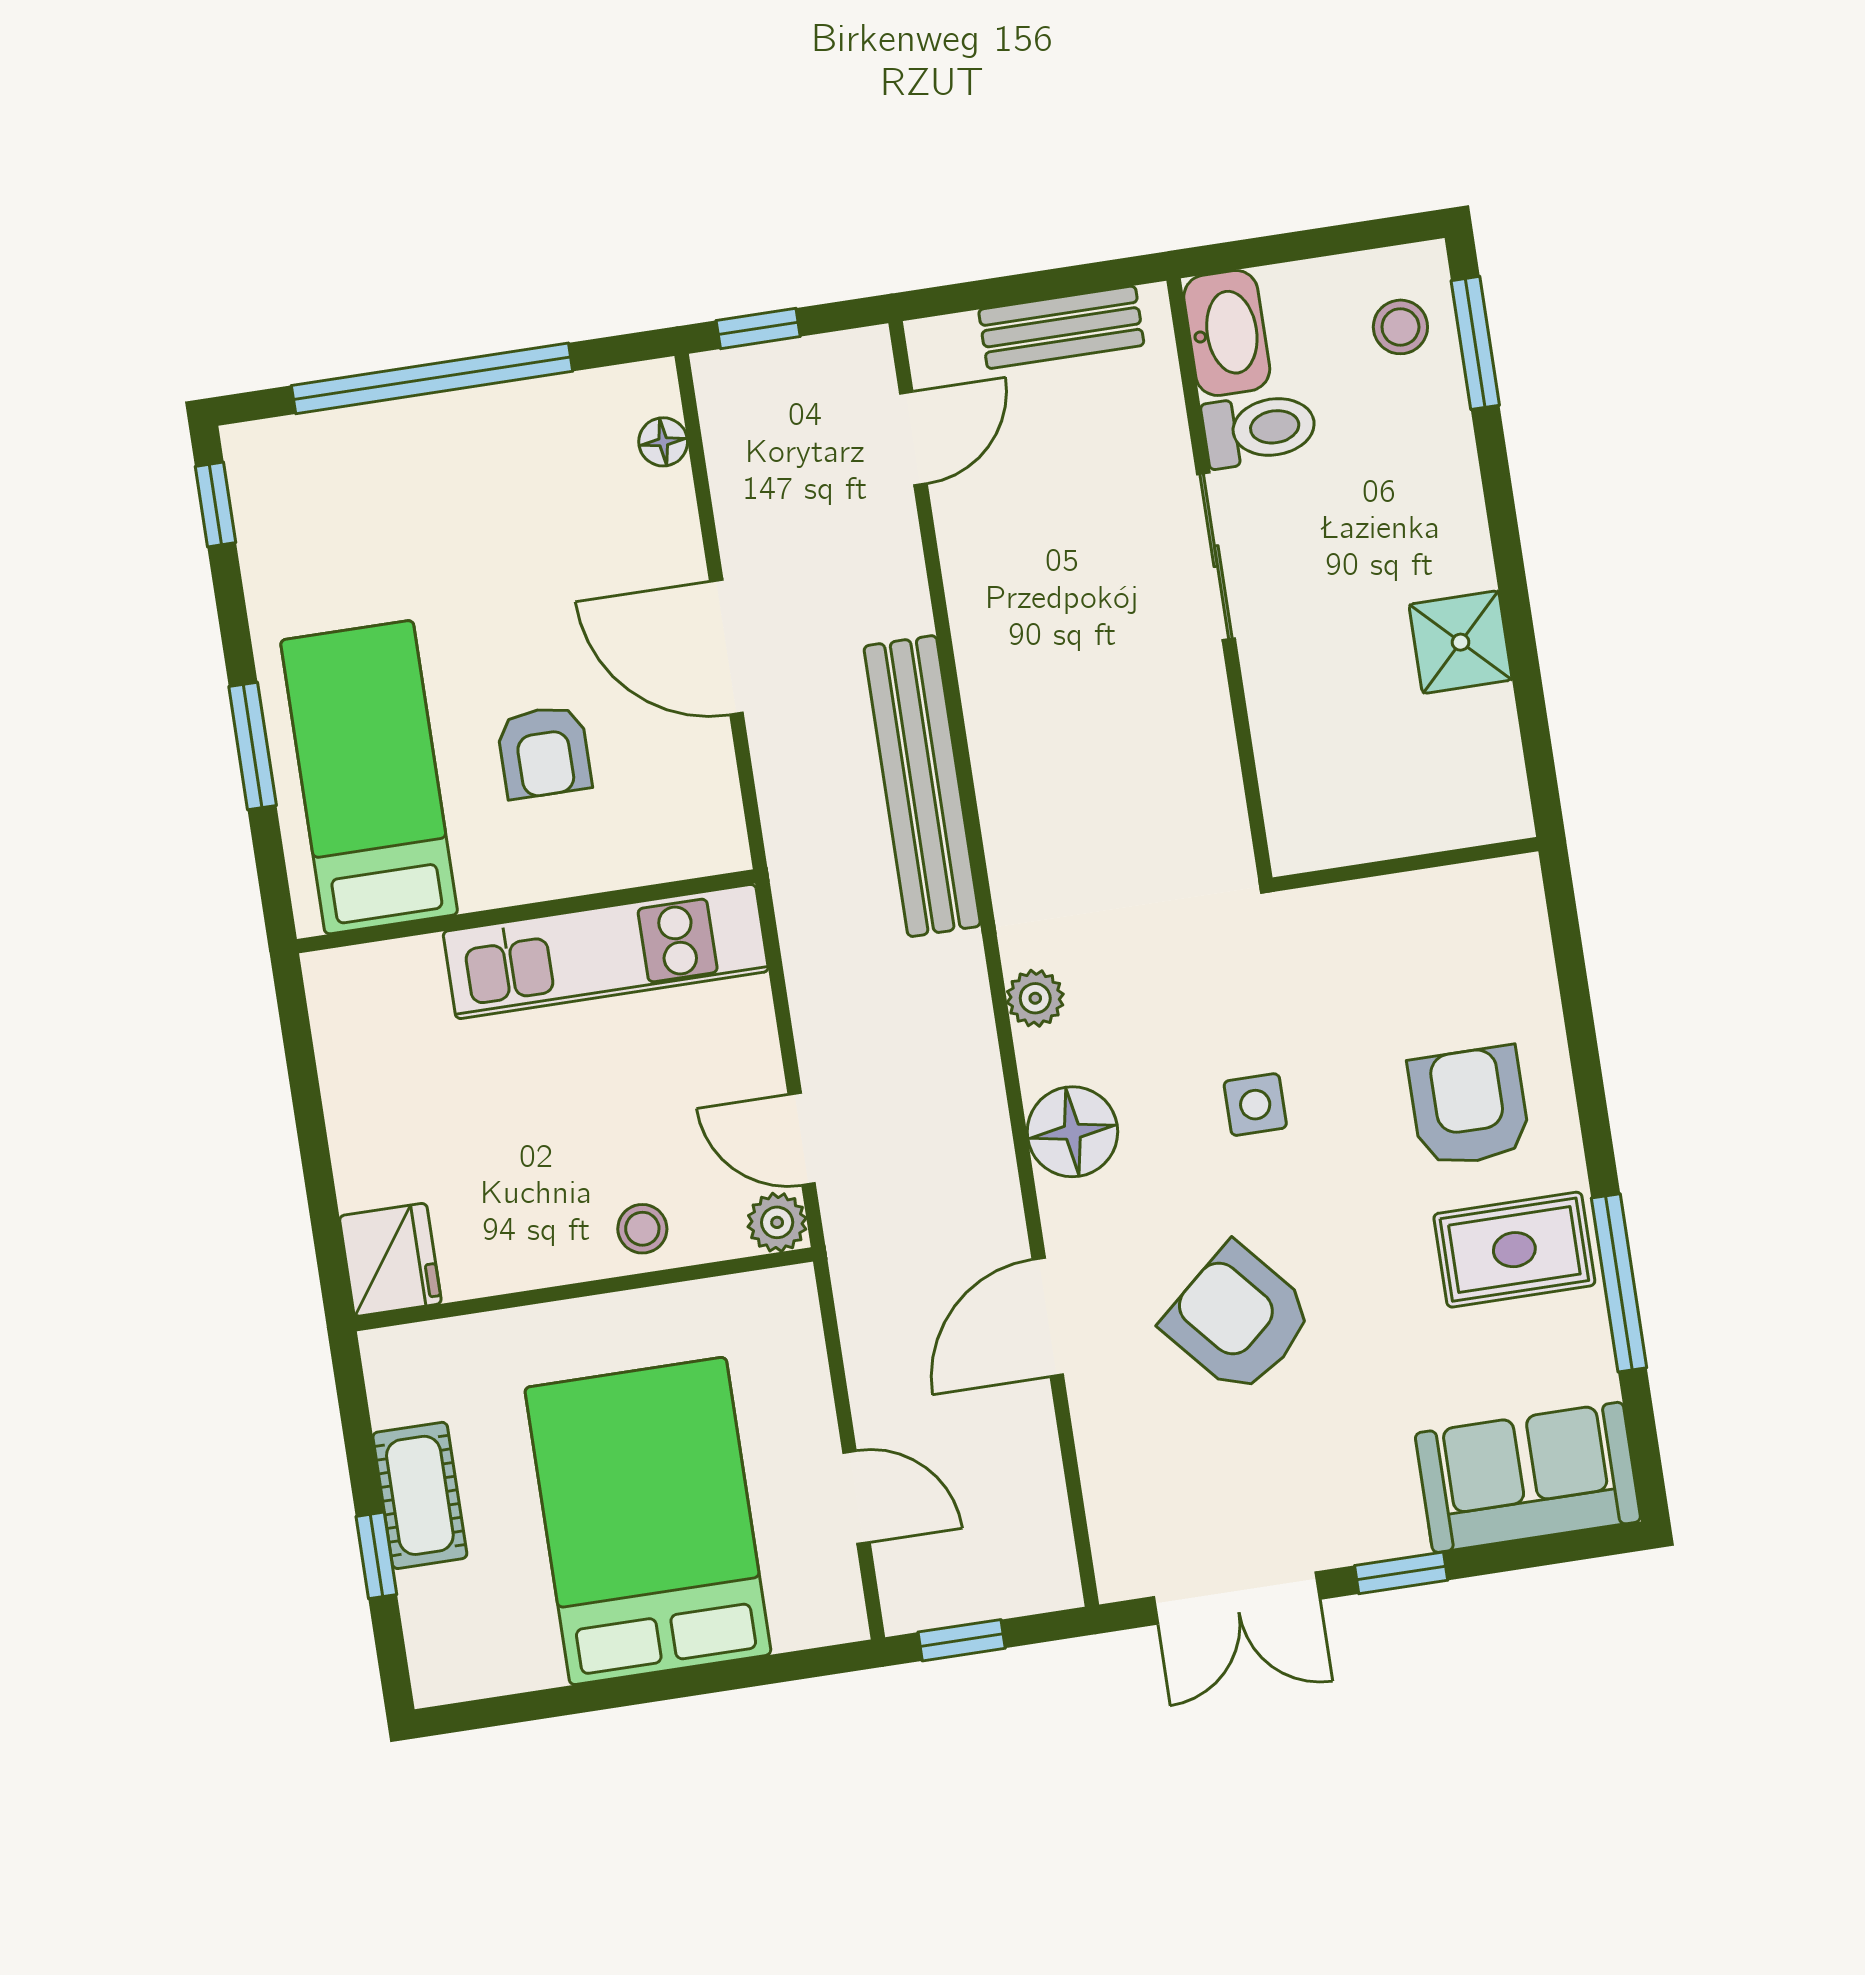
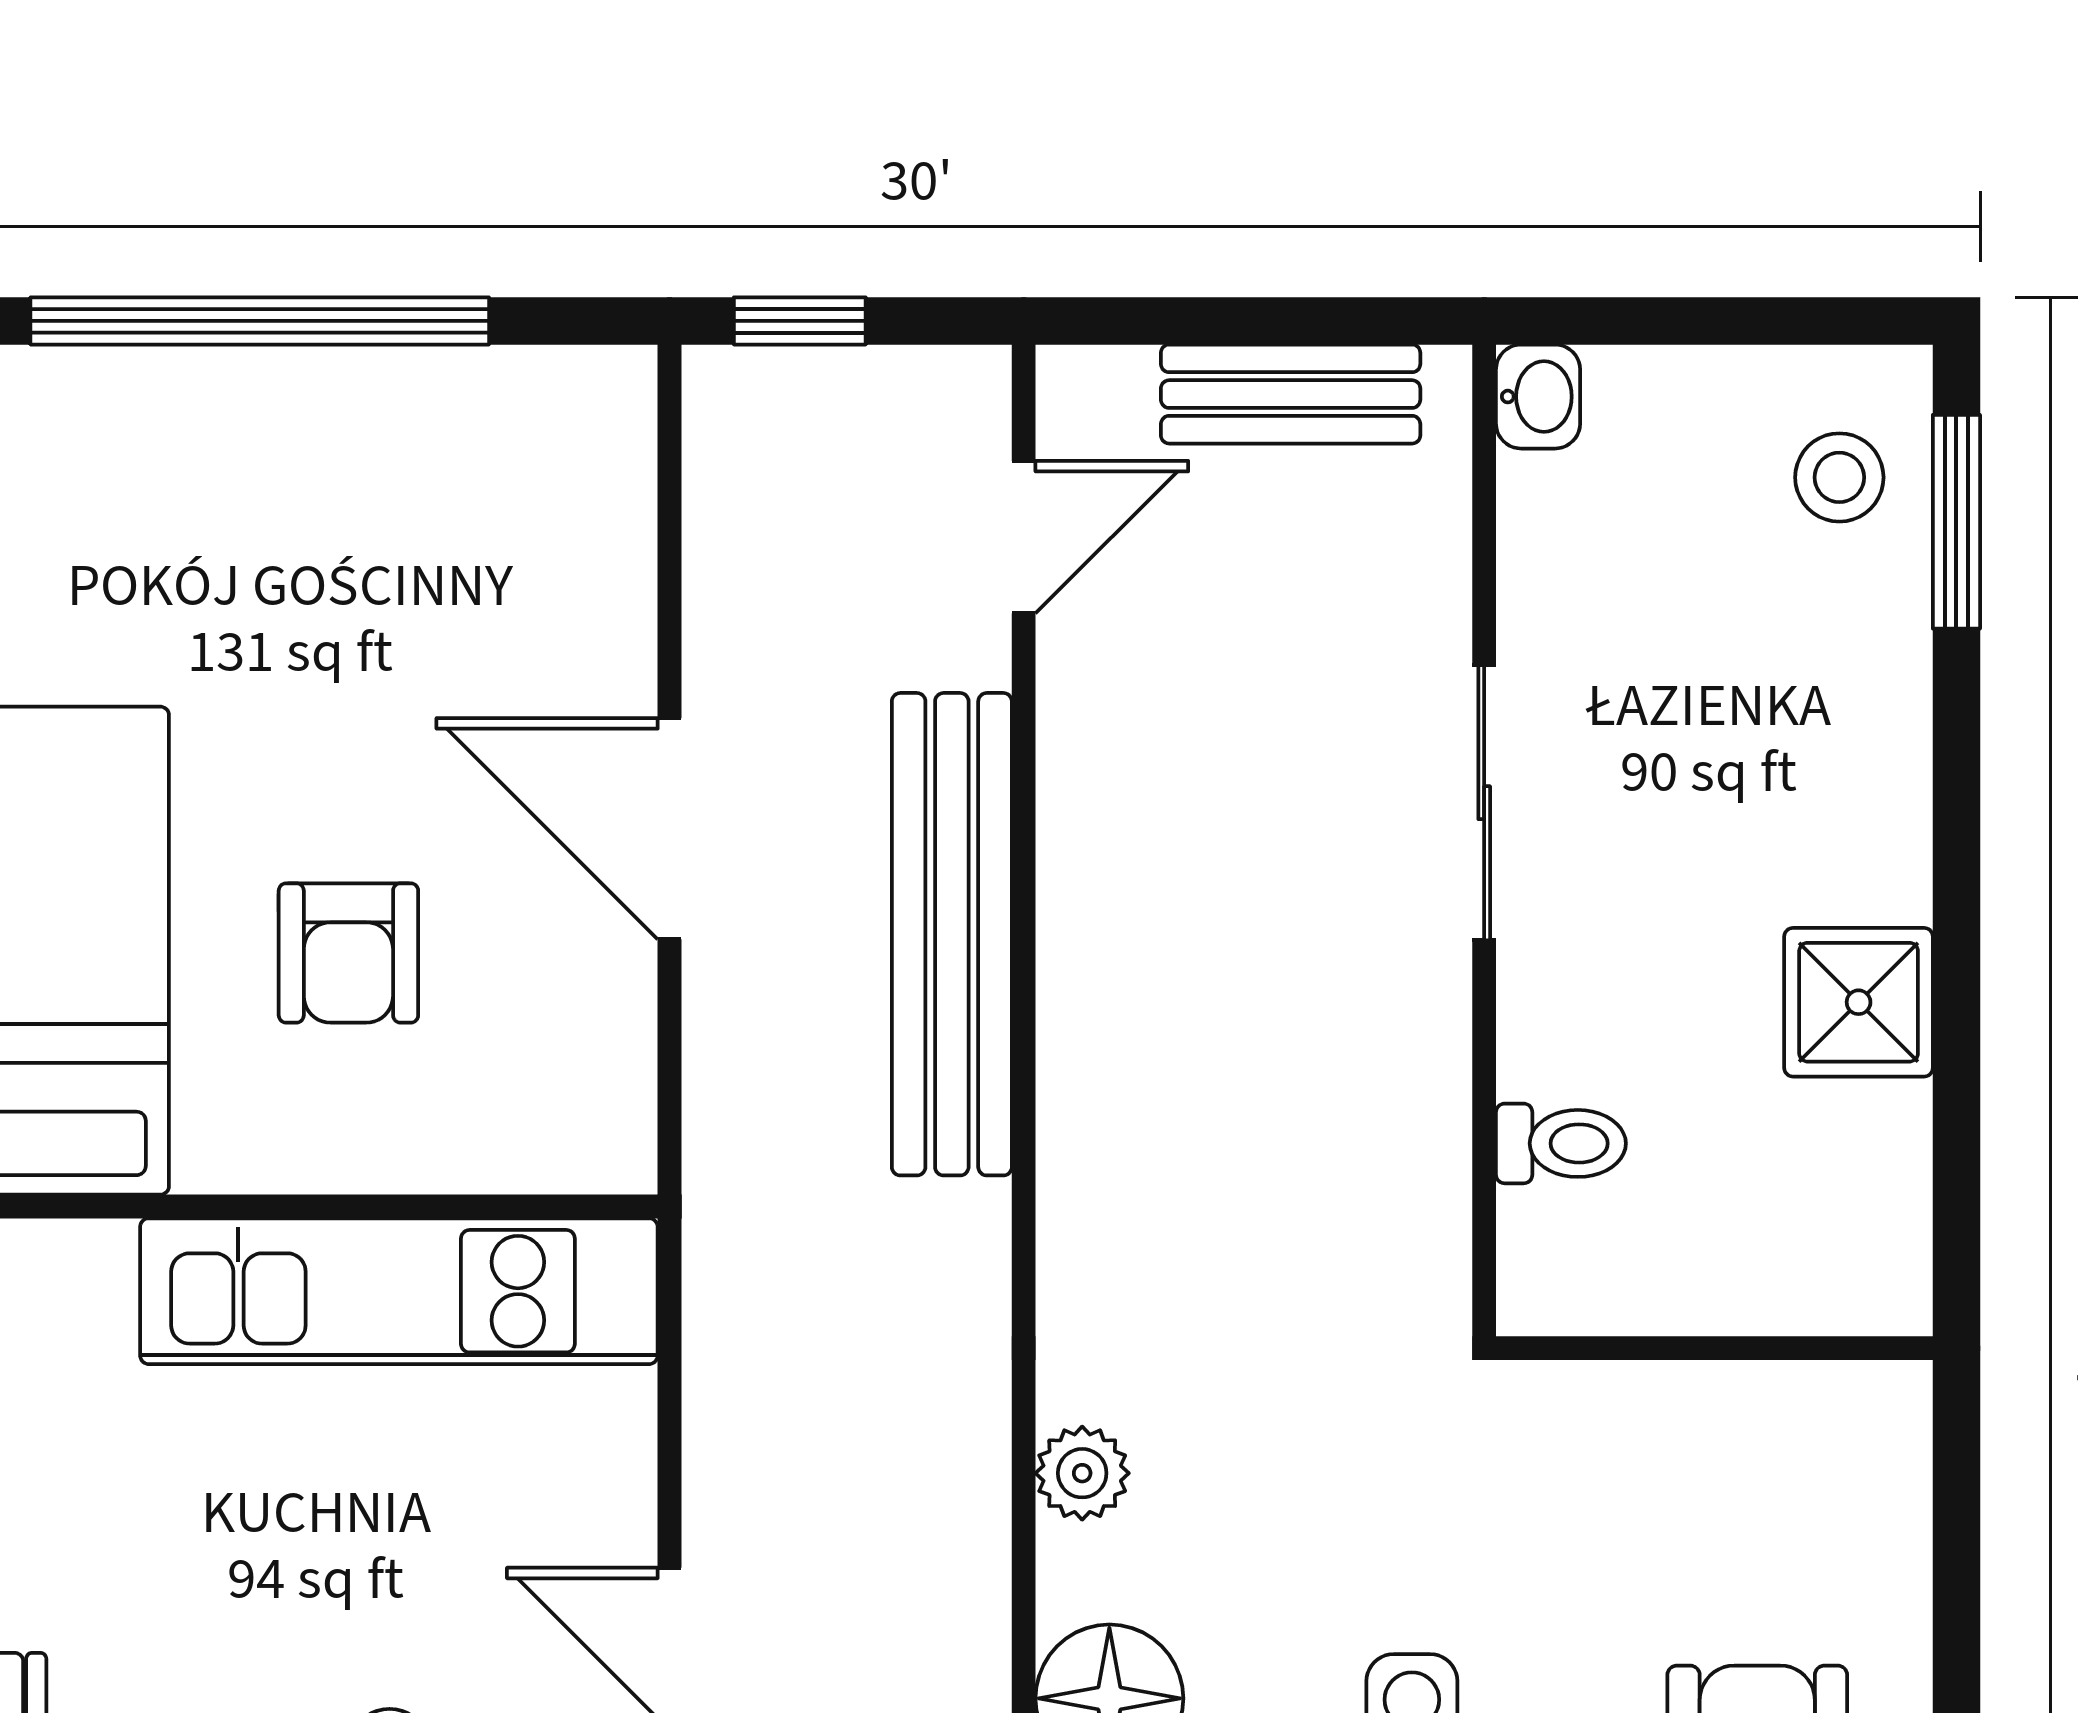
washbasin: (1227, 333) -> (1538, 397), width x0.52, depth x0.69
toilet: (1259, 429) -> (1561, 1143), moved, width x0.73, depth x0.72
floor lamp: (663, 442) -> (618, 481), removed
bench: (922, 786) -> (952, 934), moved

